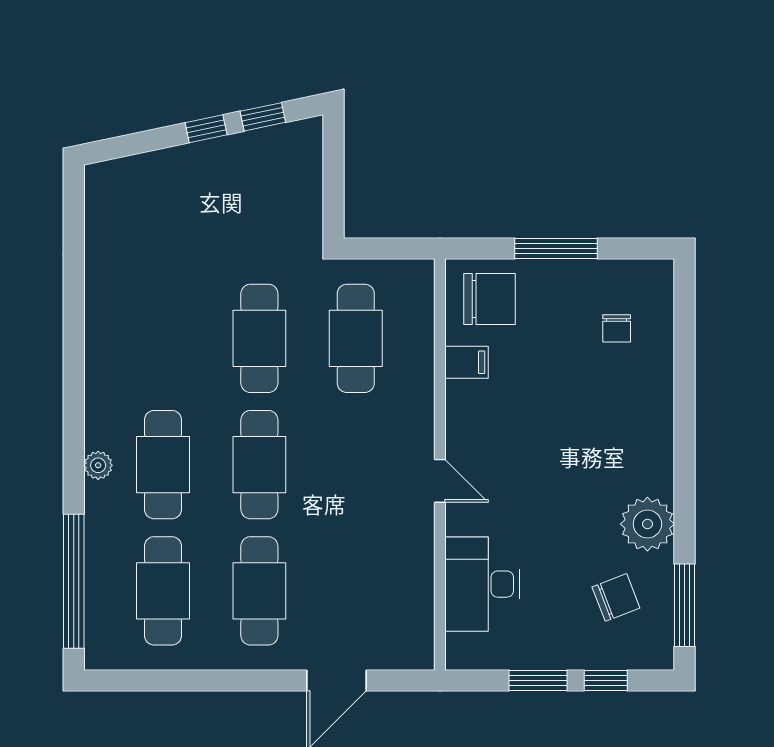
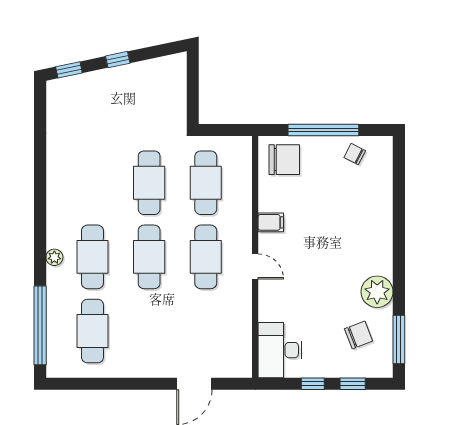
window: (263, 117) -> (69, 70), moved
window: (556, 249) -> (323, 130), width x1.46
chair: (617, 328) -> (355, 154), moved, turned 117
filing cabinet: (467, 362) -> (271, 222), moved
desk: (482, 584) -> (280, 350), moved
cafe table: (259, 591) -> (206, 257), moved
window: (538, 681) -> (313, 384), width x0.67

